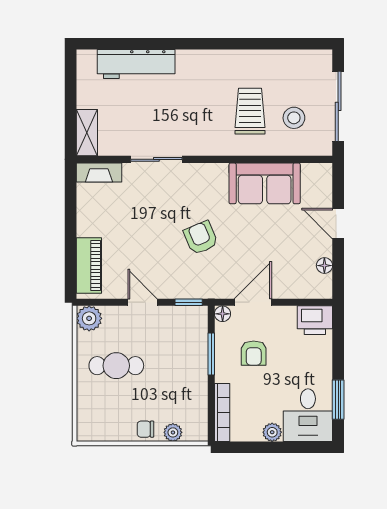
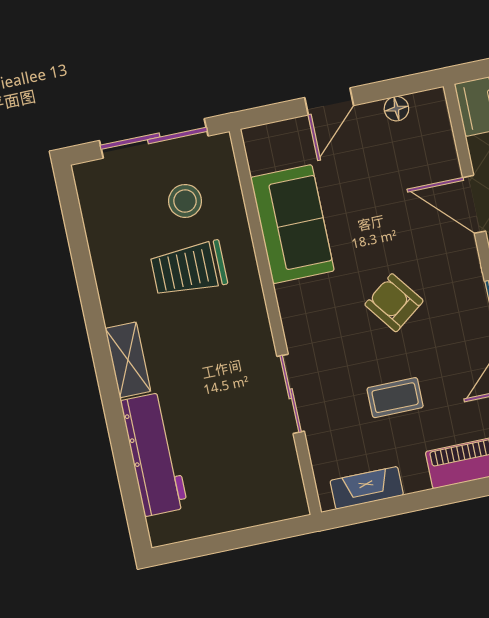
shelving: (87, 133) -> (128, 360), moved, turned 90
fireplace: (99, 172) -> (367, 488), moved, turned -90
coffee table: (140, 226) -> (395, 398), added
armchair: (201, 238) -> (394, 303), turned 76

